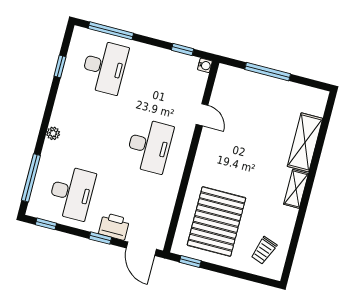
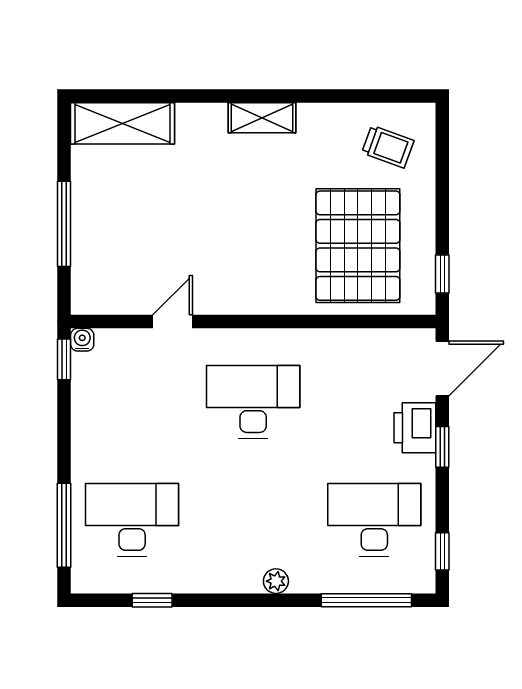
window: (183, 49) -> (64, 359), moved
shelving: (305, 142) -> (123, 123), moved
pallet: (216, 221) -> (358, 246), turned 90

